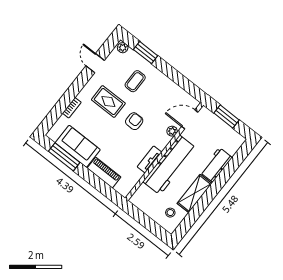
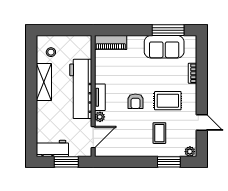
tv unit: (150, 160) -> (100, 97), moved
workbench: (216, 165) -> (52, 148), moved, turned -90
piano: (104, 173) -> (111, 43), moved

